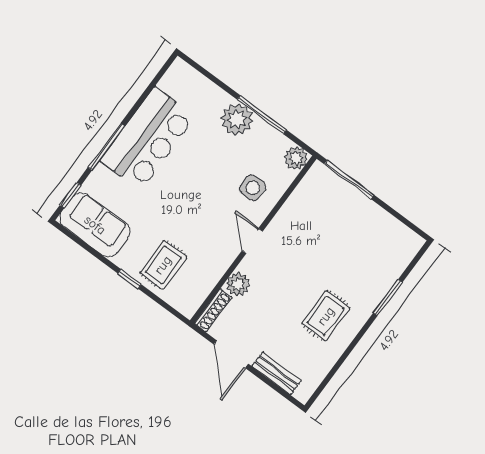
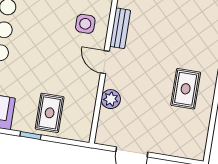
shoe rack: (213, 310) -> (103, 127), removed
bench: (277, 373) -> (120, 28), moved, turned 90

